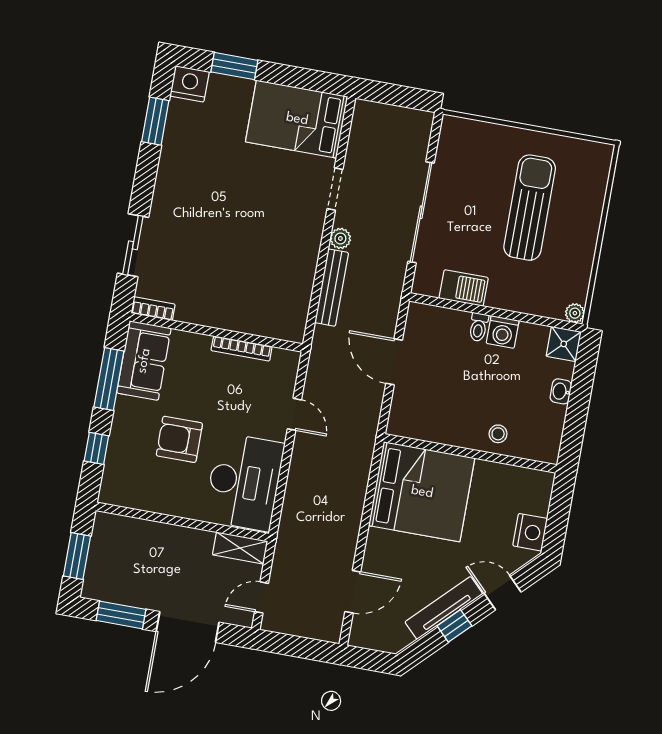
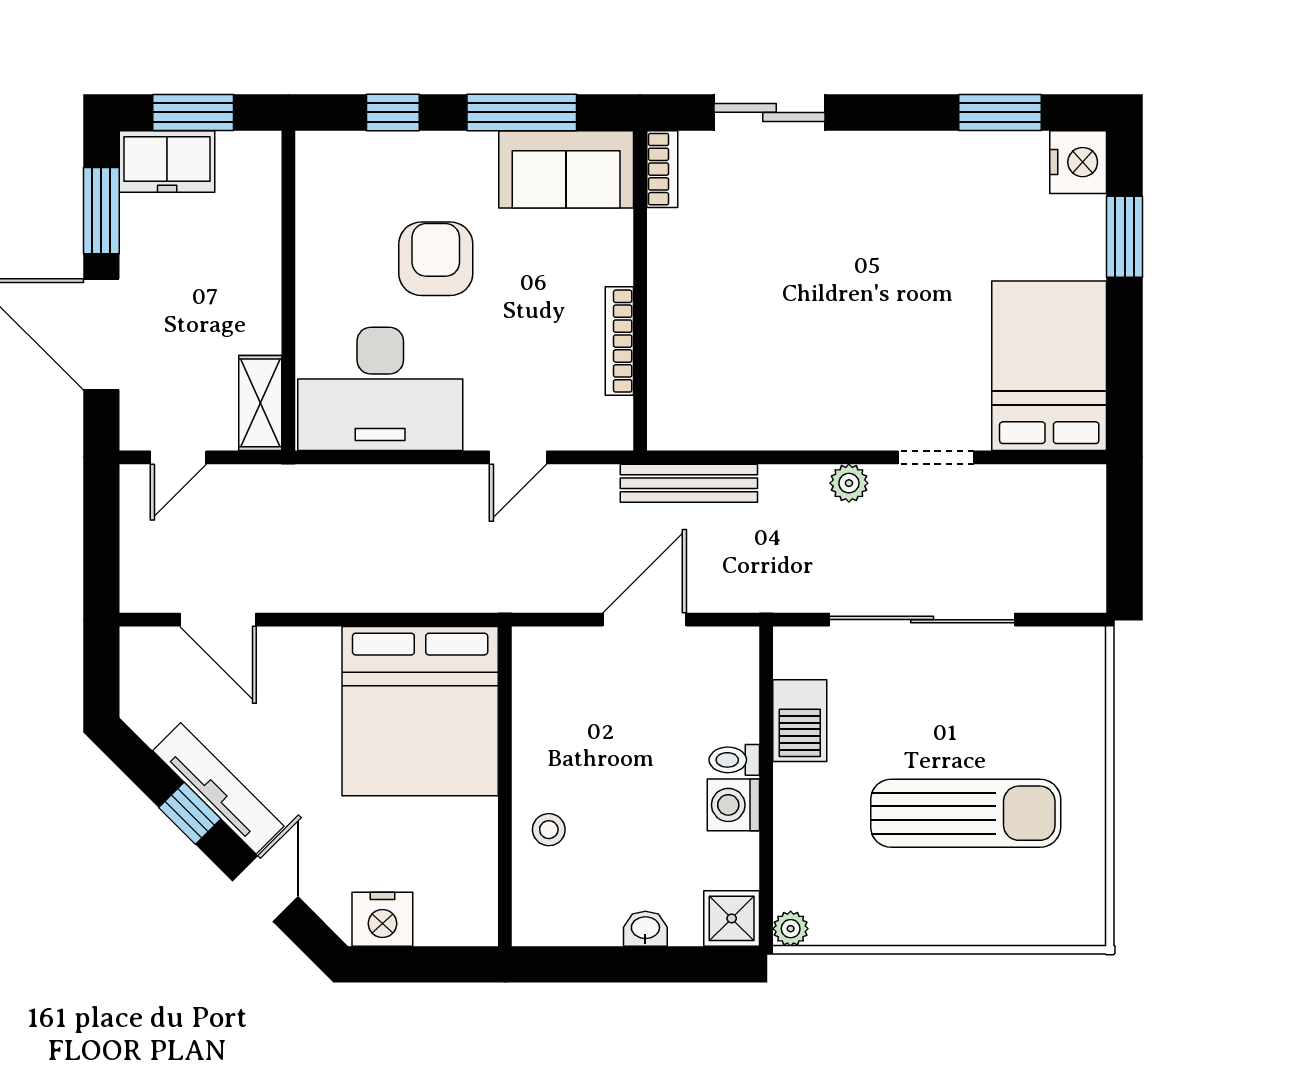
bench: (332, 288) -> (689, 483), moved
freezer: (101, 575) -> (167, 161), added
door: (261, 597) -> (178, 457), swing flipped

